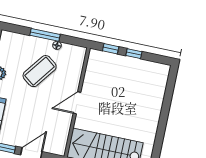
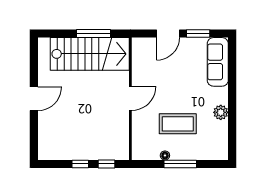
coffee table: (40, 71) -> (178, 124), turned 53
door: (163, 120) -> (34, 99), added

